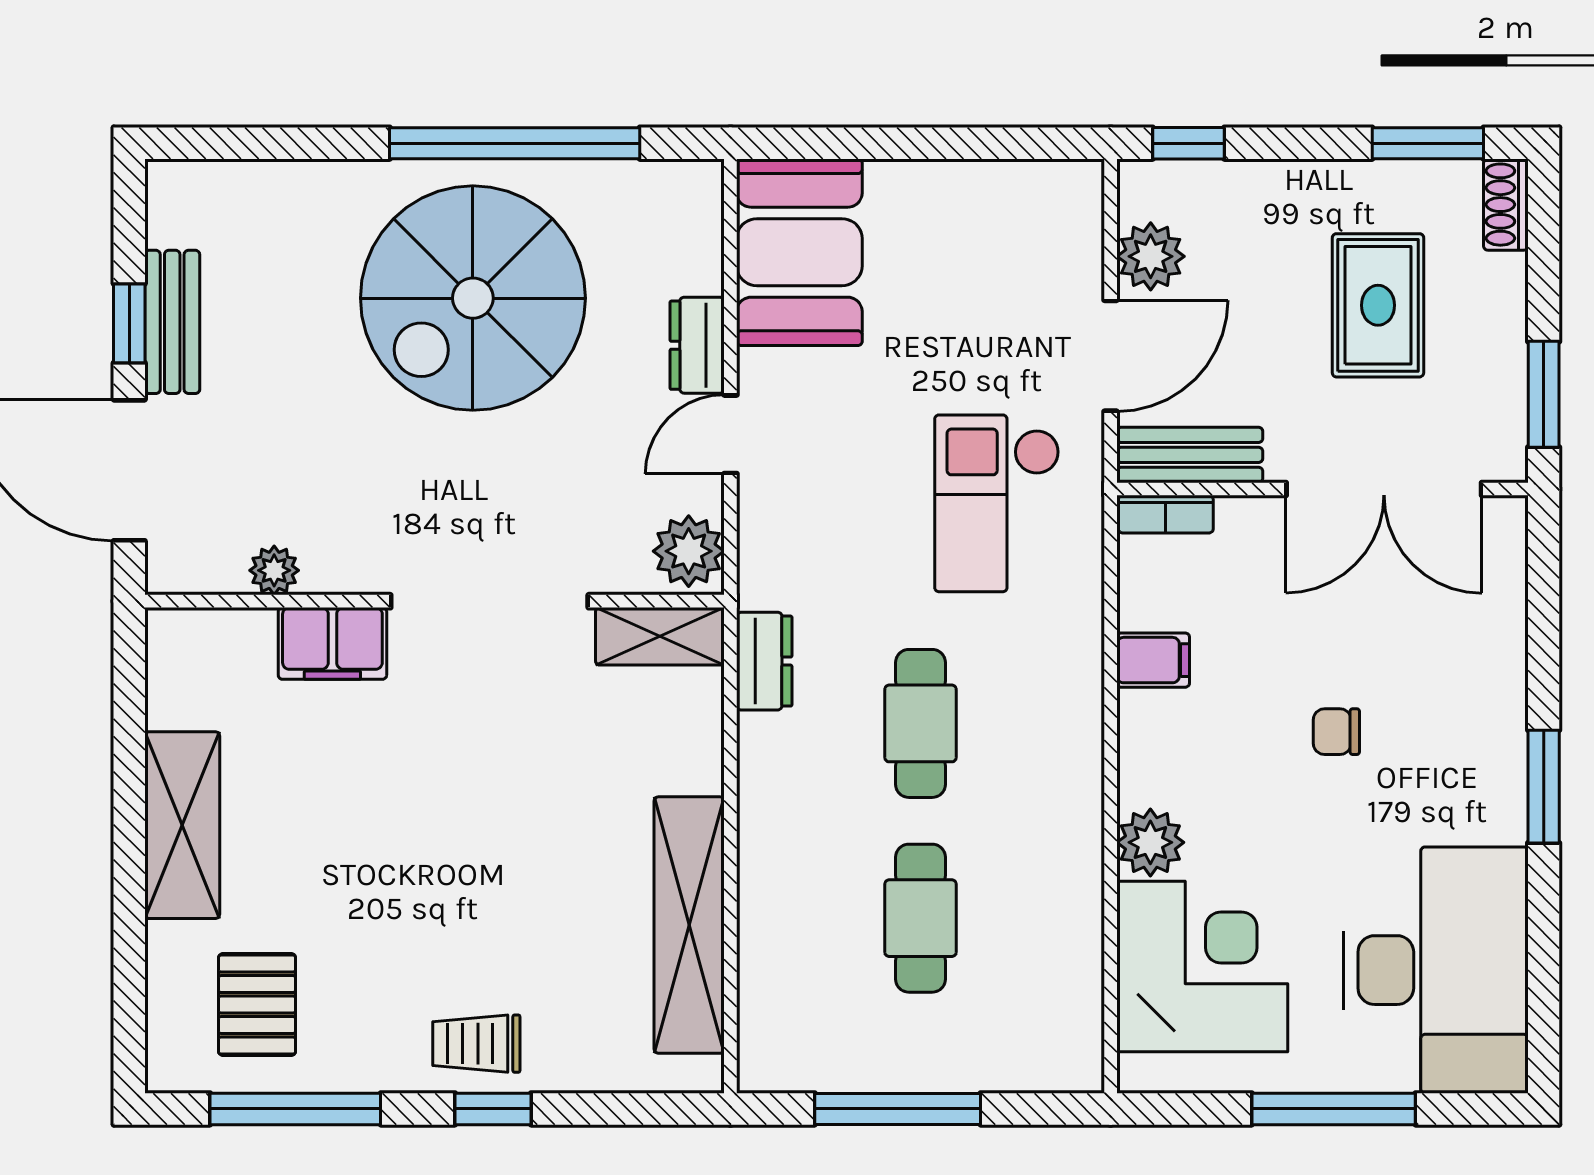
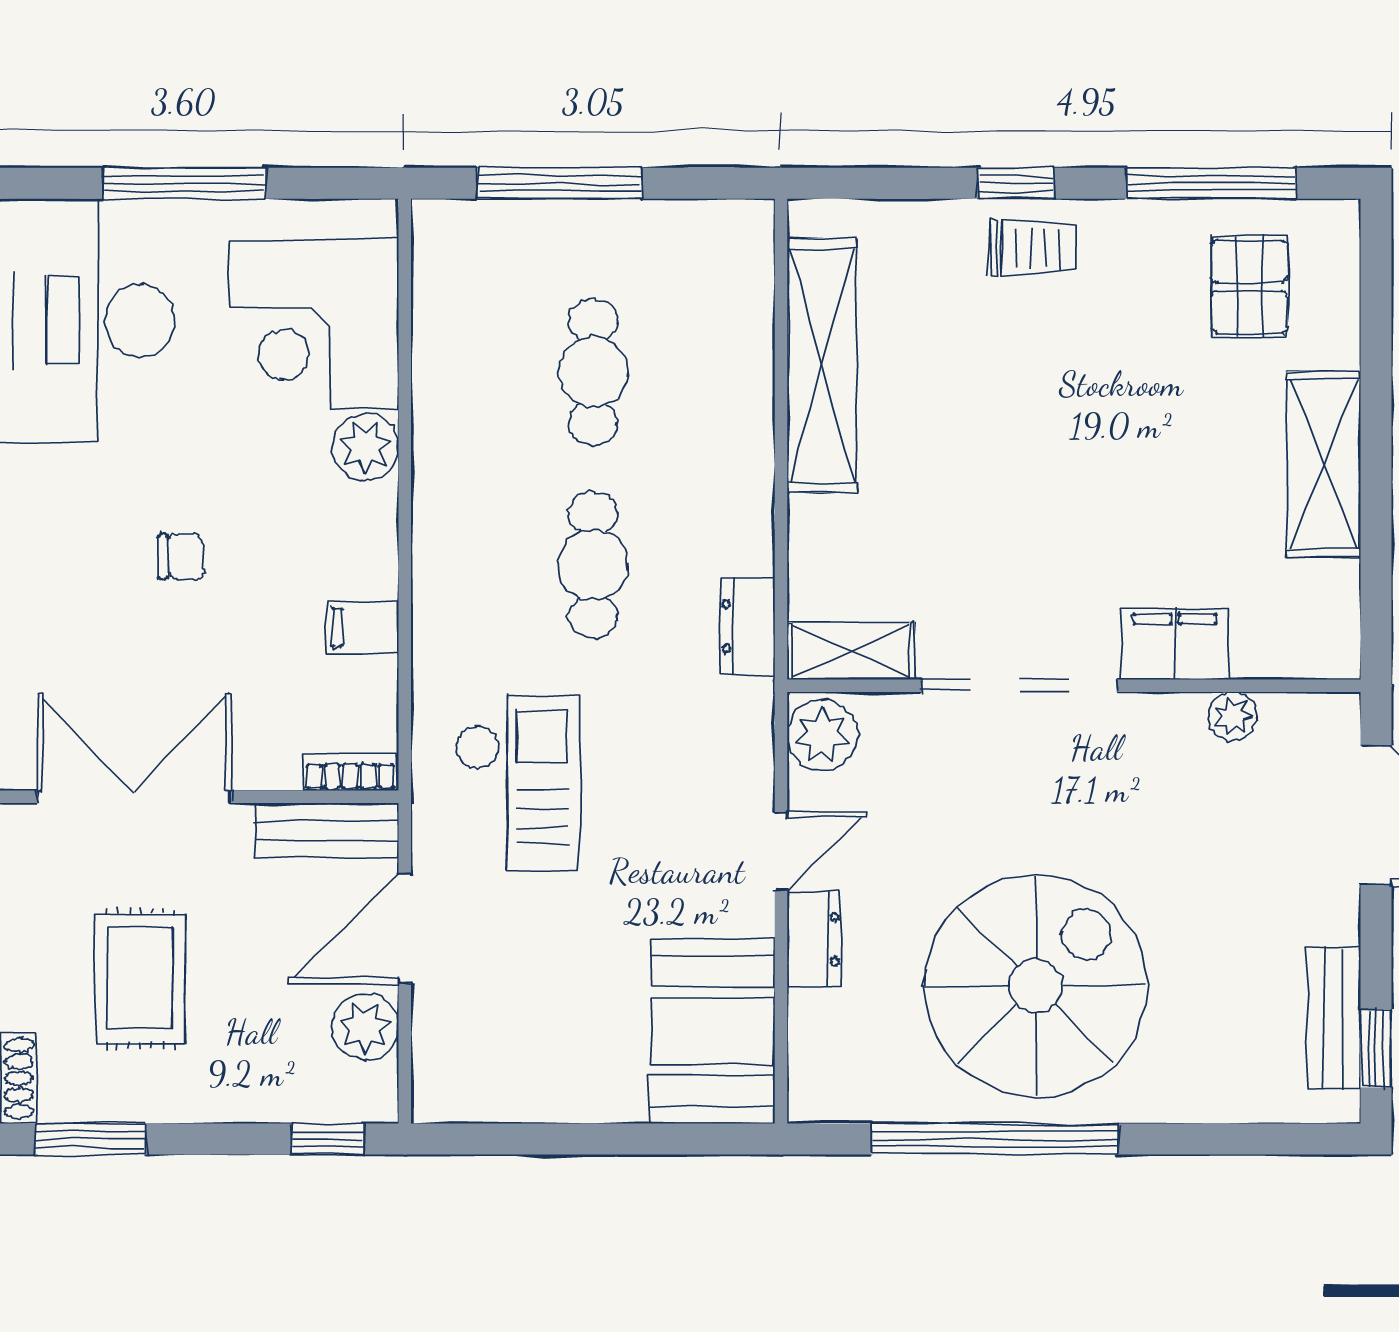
bench: (172, 322) -> (1333, 1018), moved
window: (129, 323) -> (1376, 1048), moved
window: (898, 1109) -> (560, 183), moved

